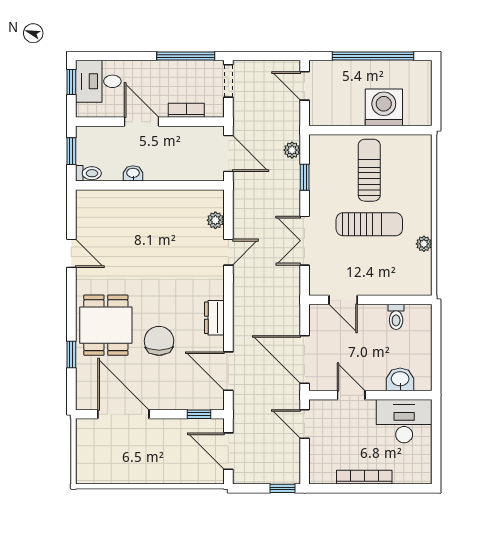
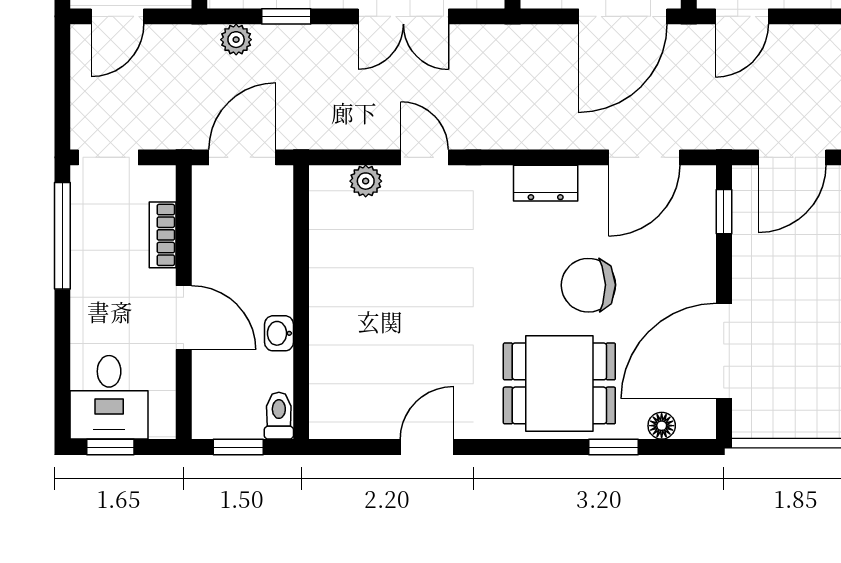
door: (141, 122) -> (184, 318), swing flipped
floor lamp: (83, 381) -> (662, 426), added

